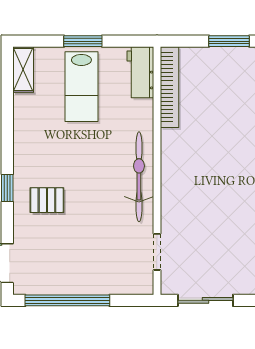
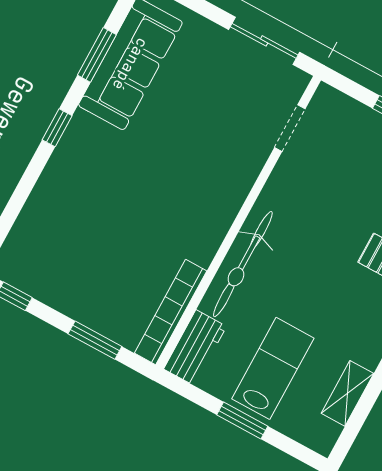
window: (229, 41) -> (95, 340), moved
shelving: (23, 69) -> (347, 393), moved
bicycle: (139, 177) -> (243, 264), moved

